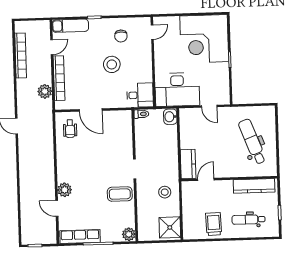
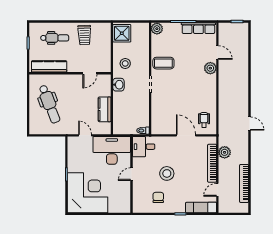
door: (152, 32) -> (132, 174), moved
washbasin: (170, 117) -> (118, 85), moved
kitchen counter: (188, 164) -> (105, 109), moved

